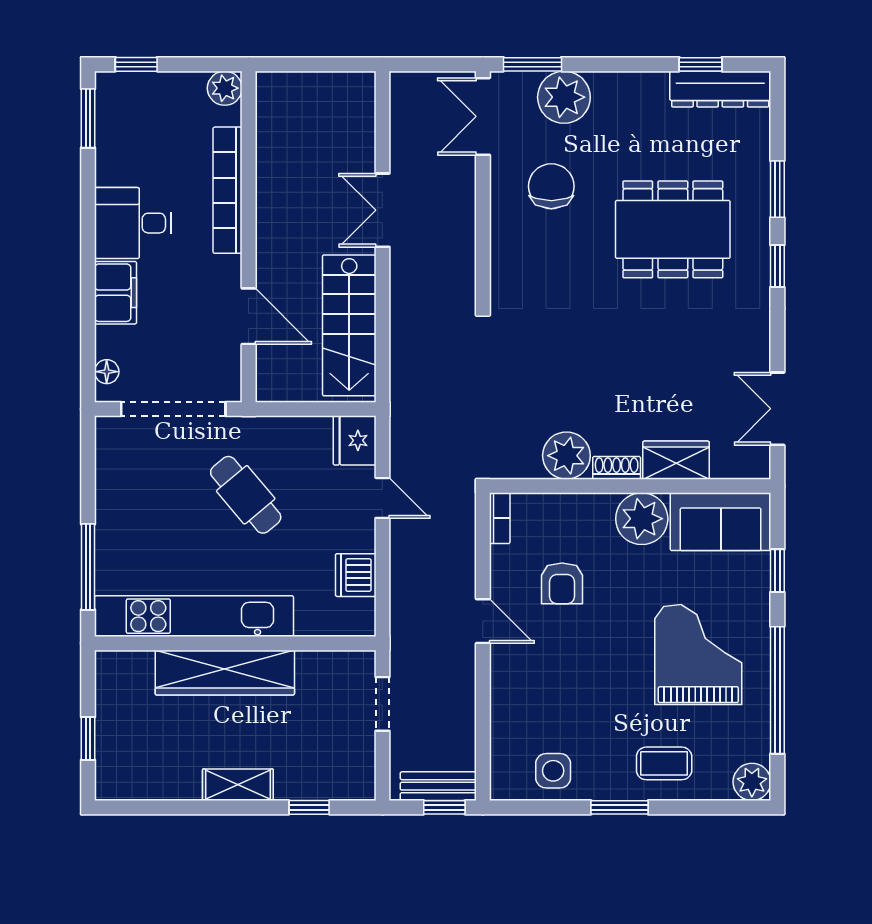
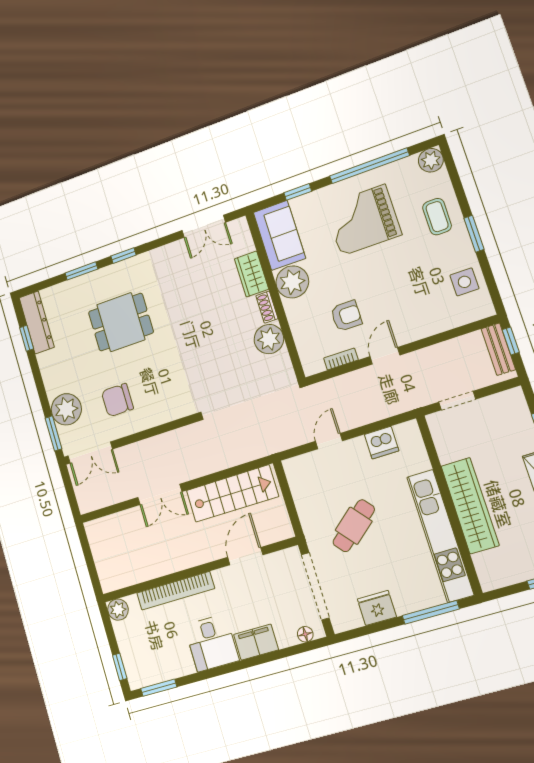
dining table: (673, 229) -> (121, 322), width x0.73
fridge: (355, 440) -> (377, 608), moved, turned 180
bookcase: (500, 518) -> (341, 359), moved

